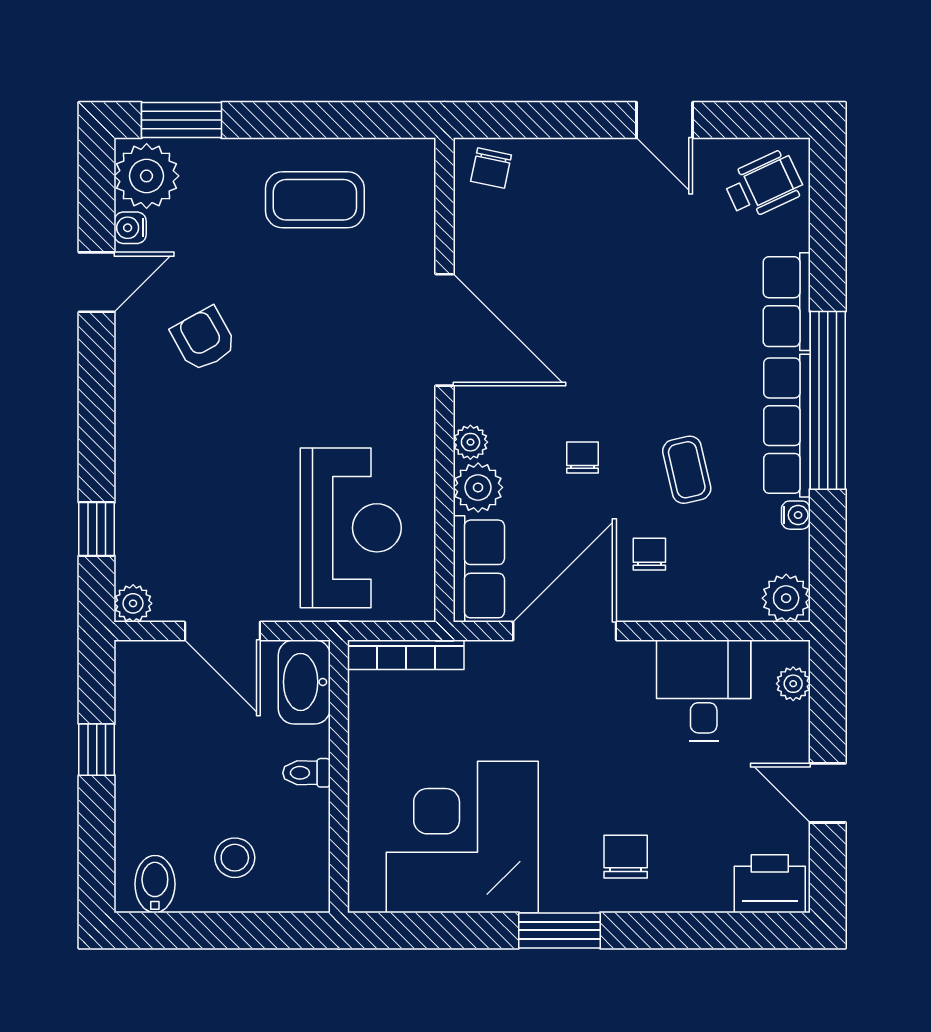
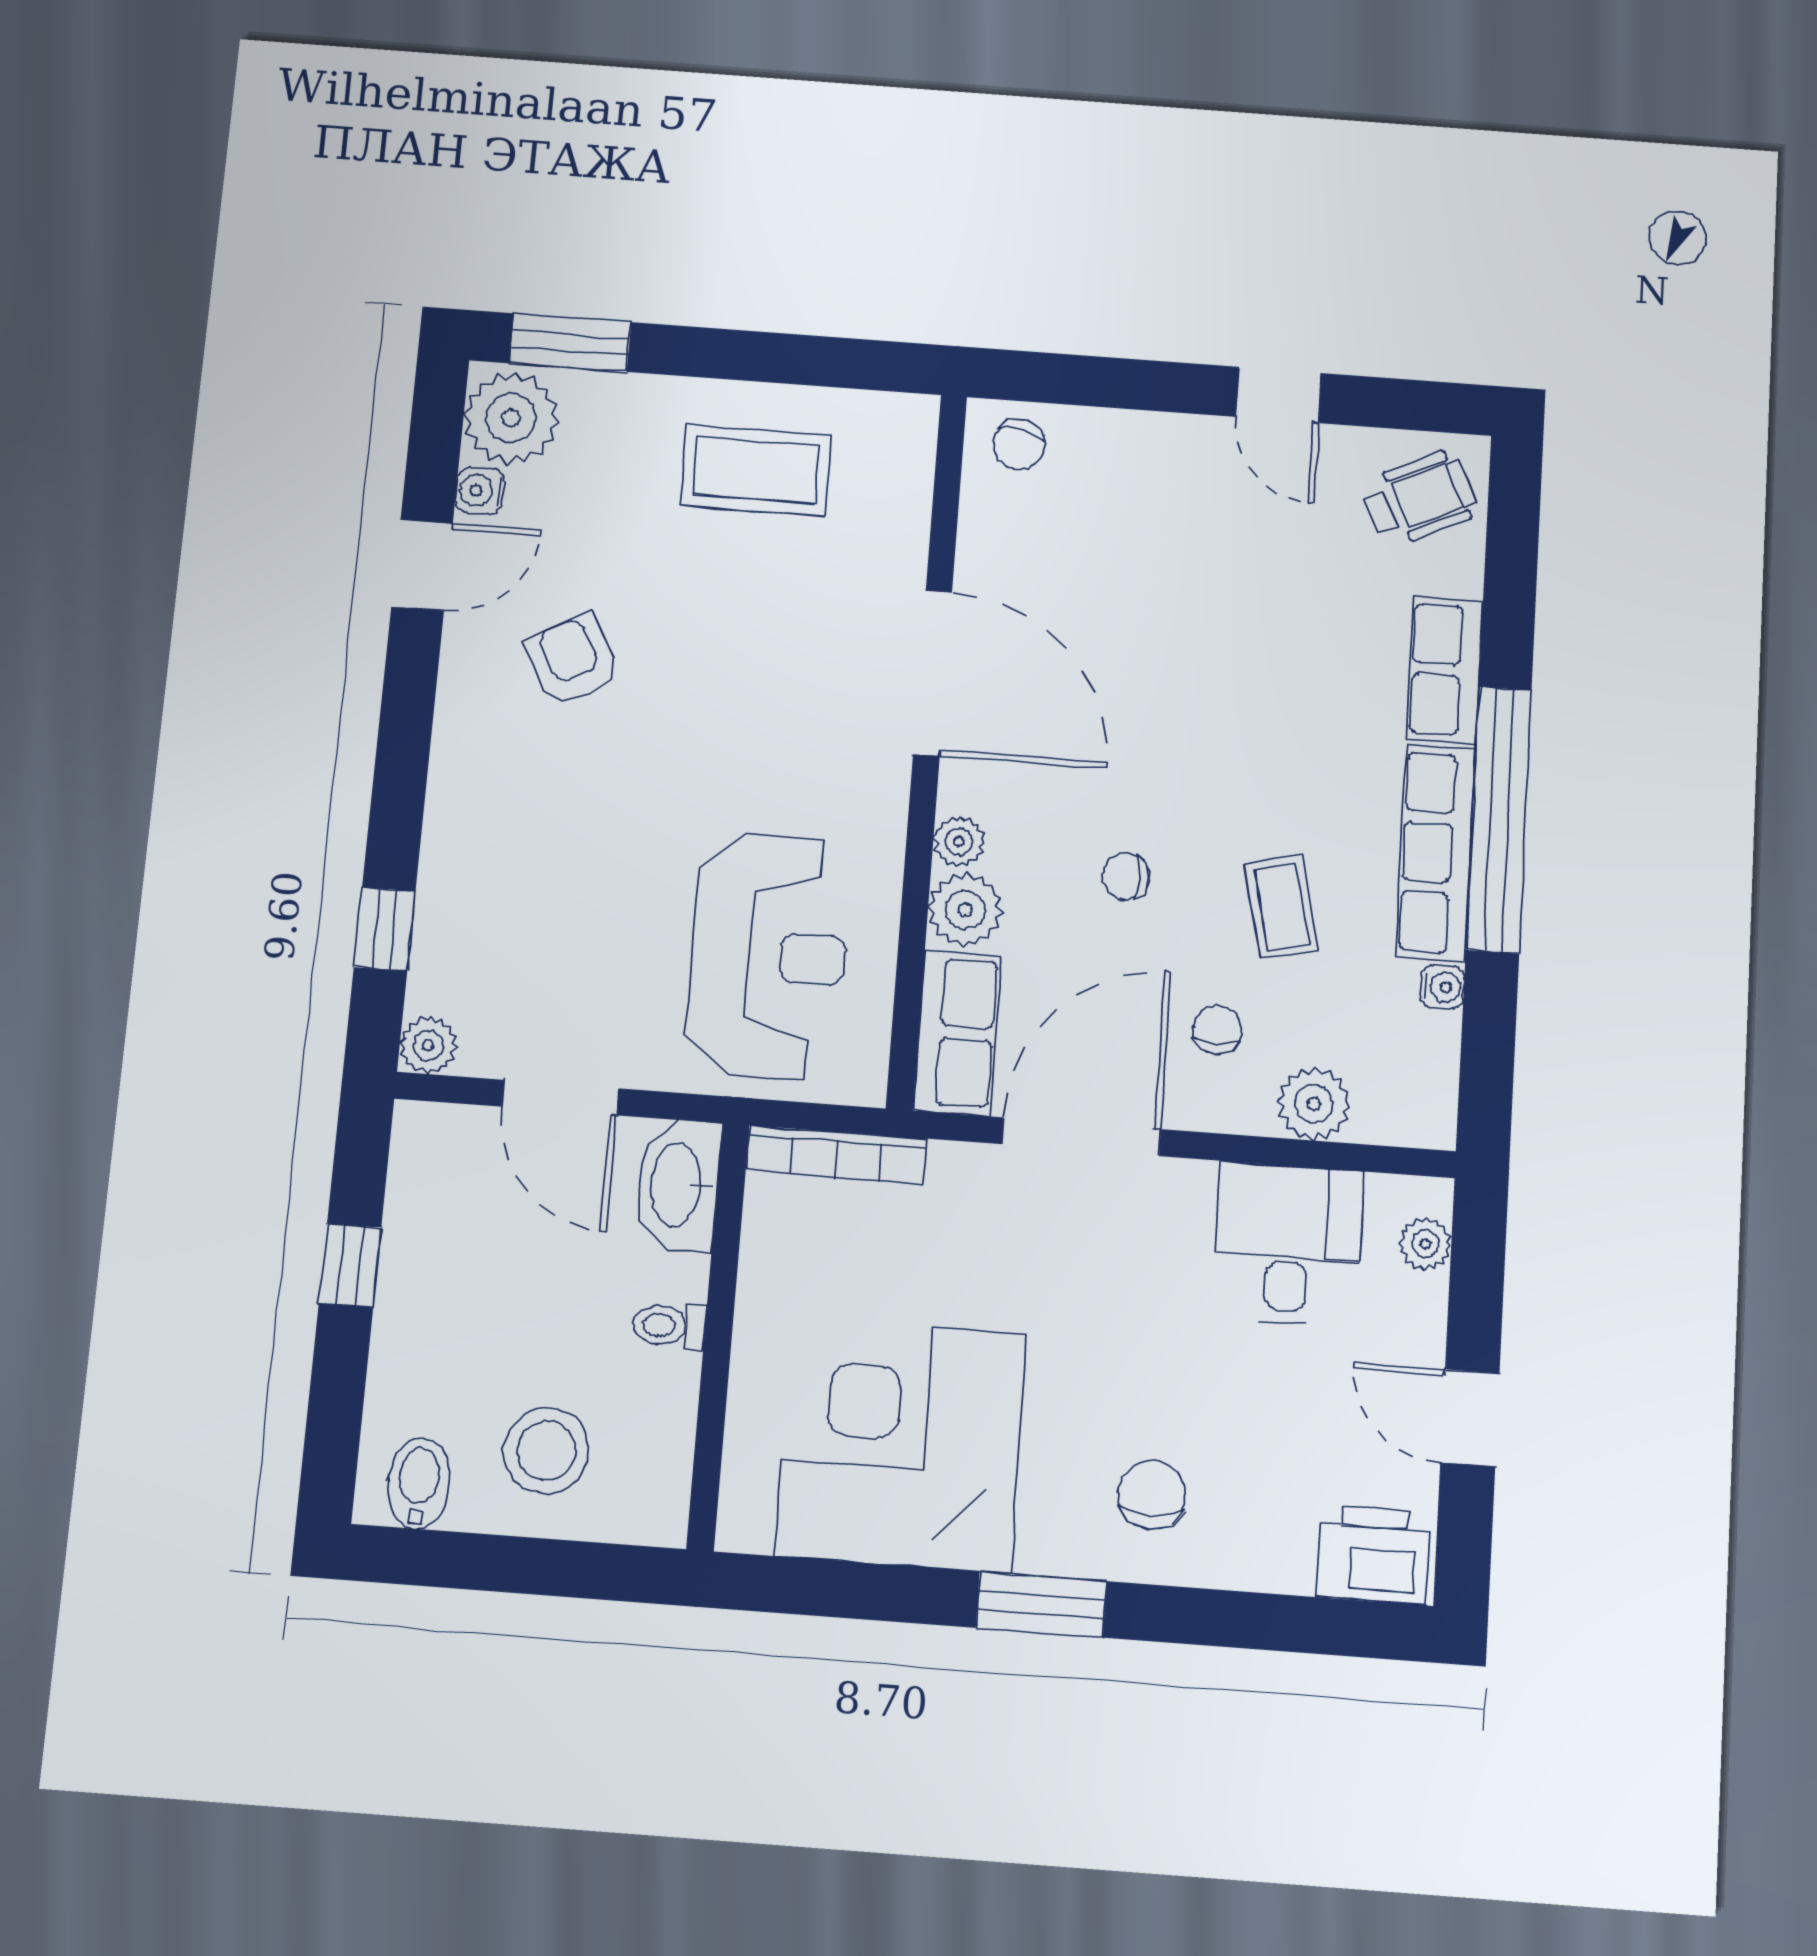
chair: (583, 457) -> (1126, 877), turned -90
plant: (786, 598) -> (1314, 1104), moved
stool: (235, 858) -> (546, 1451), width x1.38, depth x1.38

